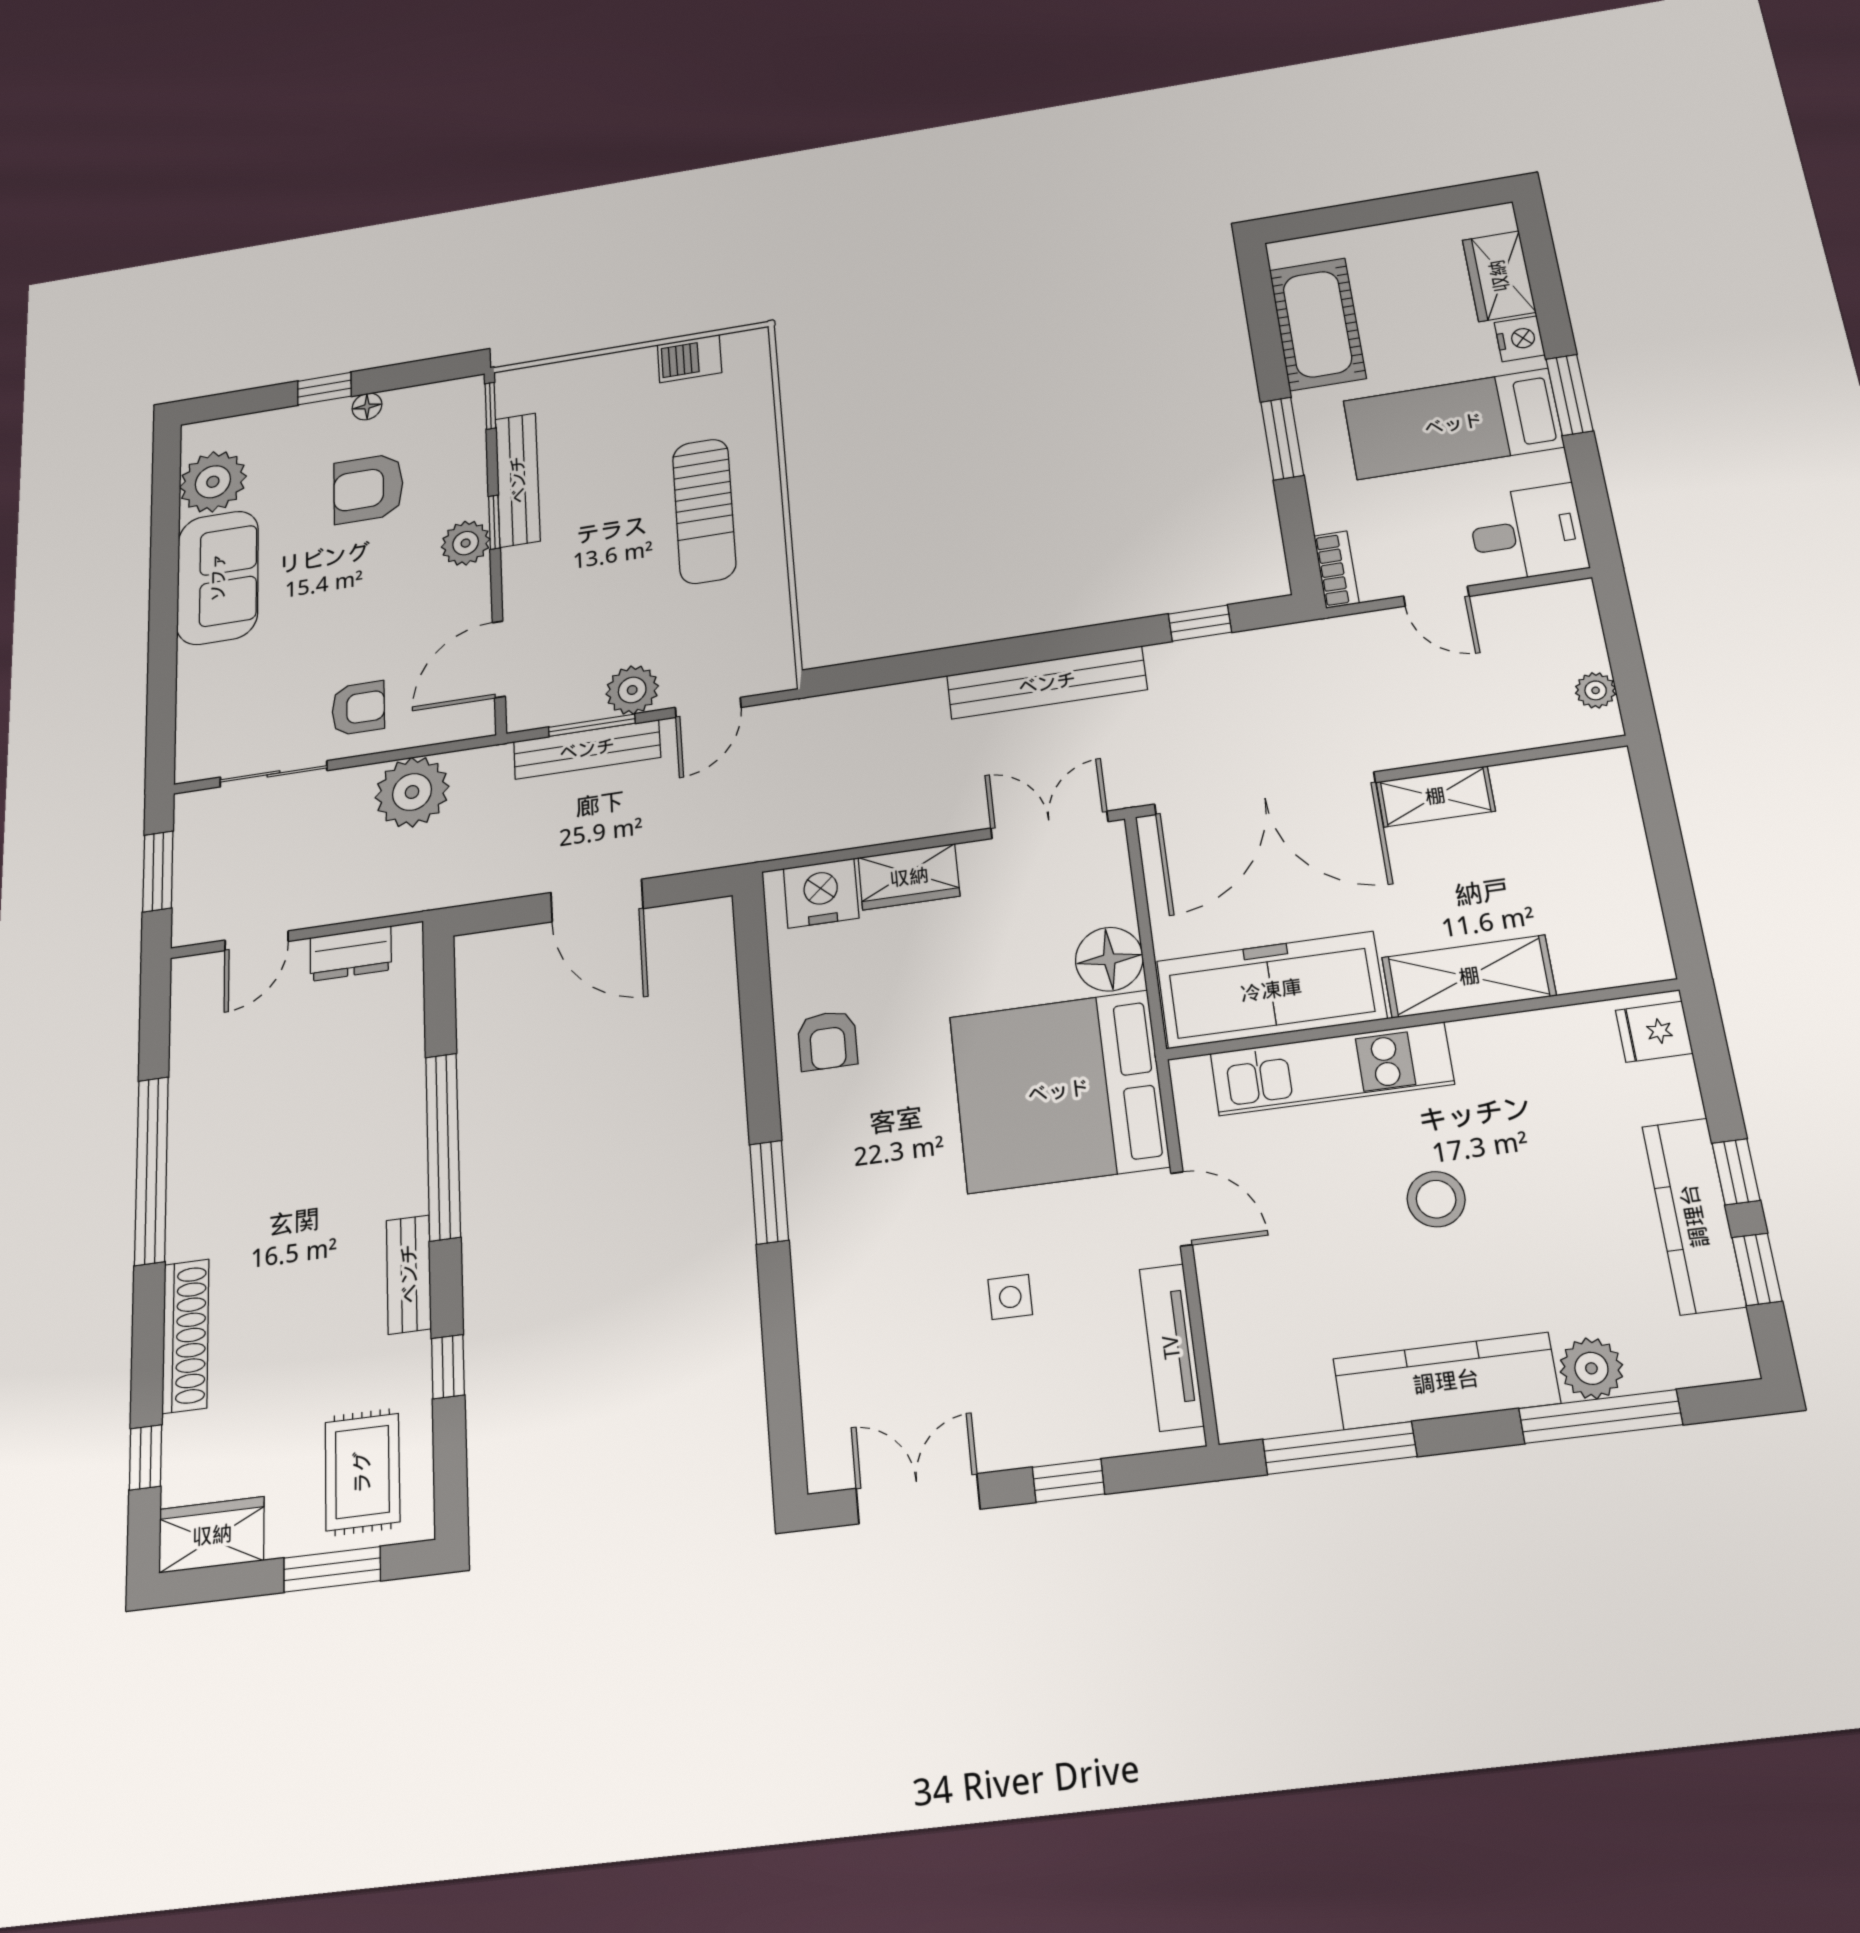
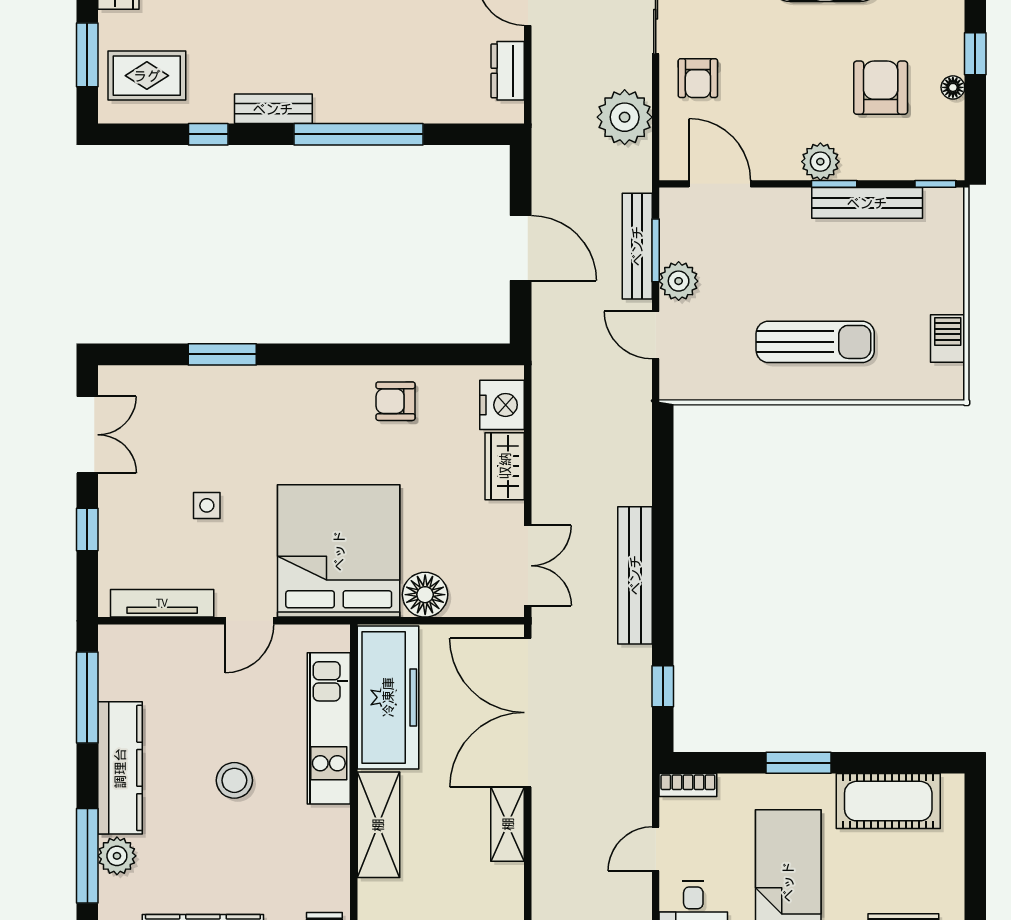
sun lounger: (704, 511) -> (815, 342), turned 180
door: (597, 900) -> (521, 248), swing flipped
window: (769, 1192) -> (222, 354), moved

